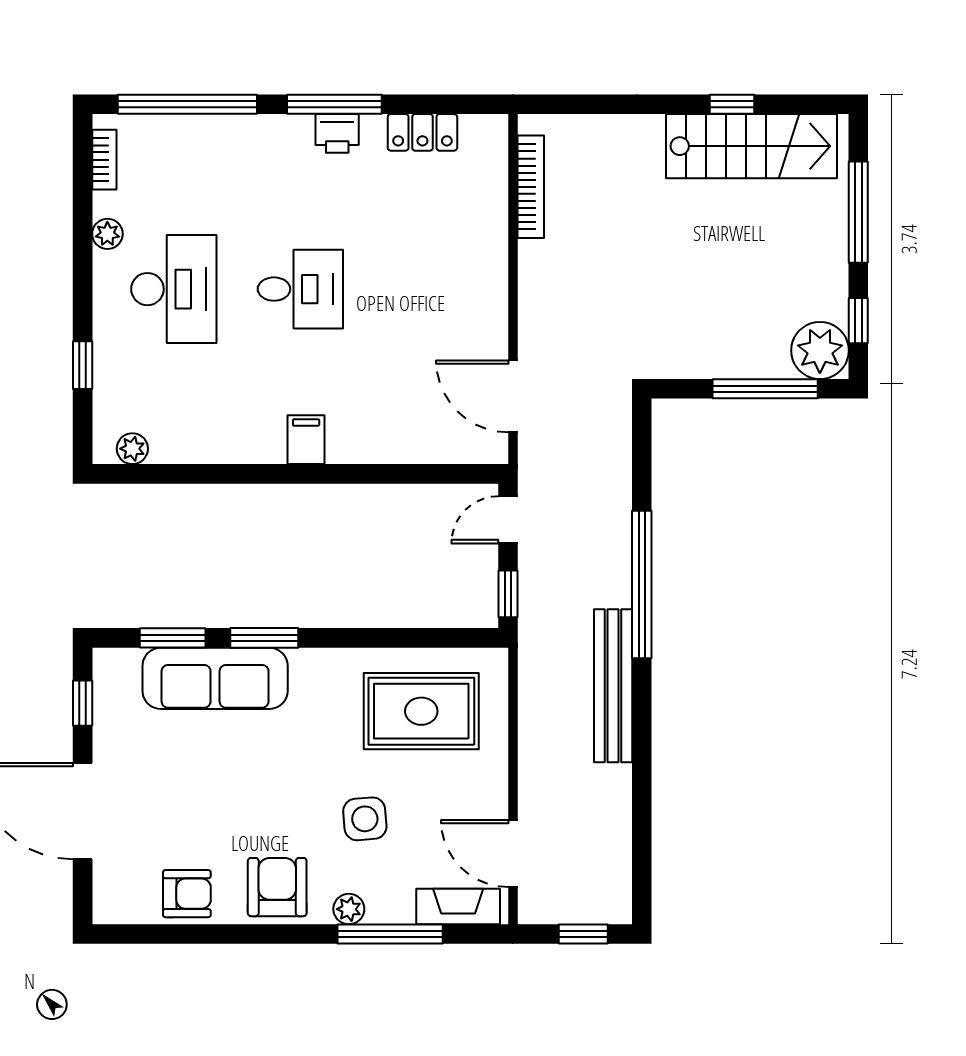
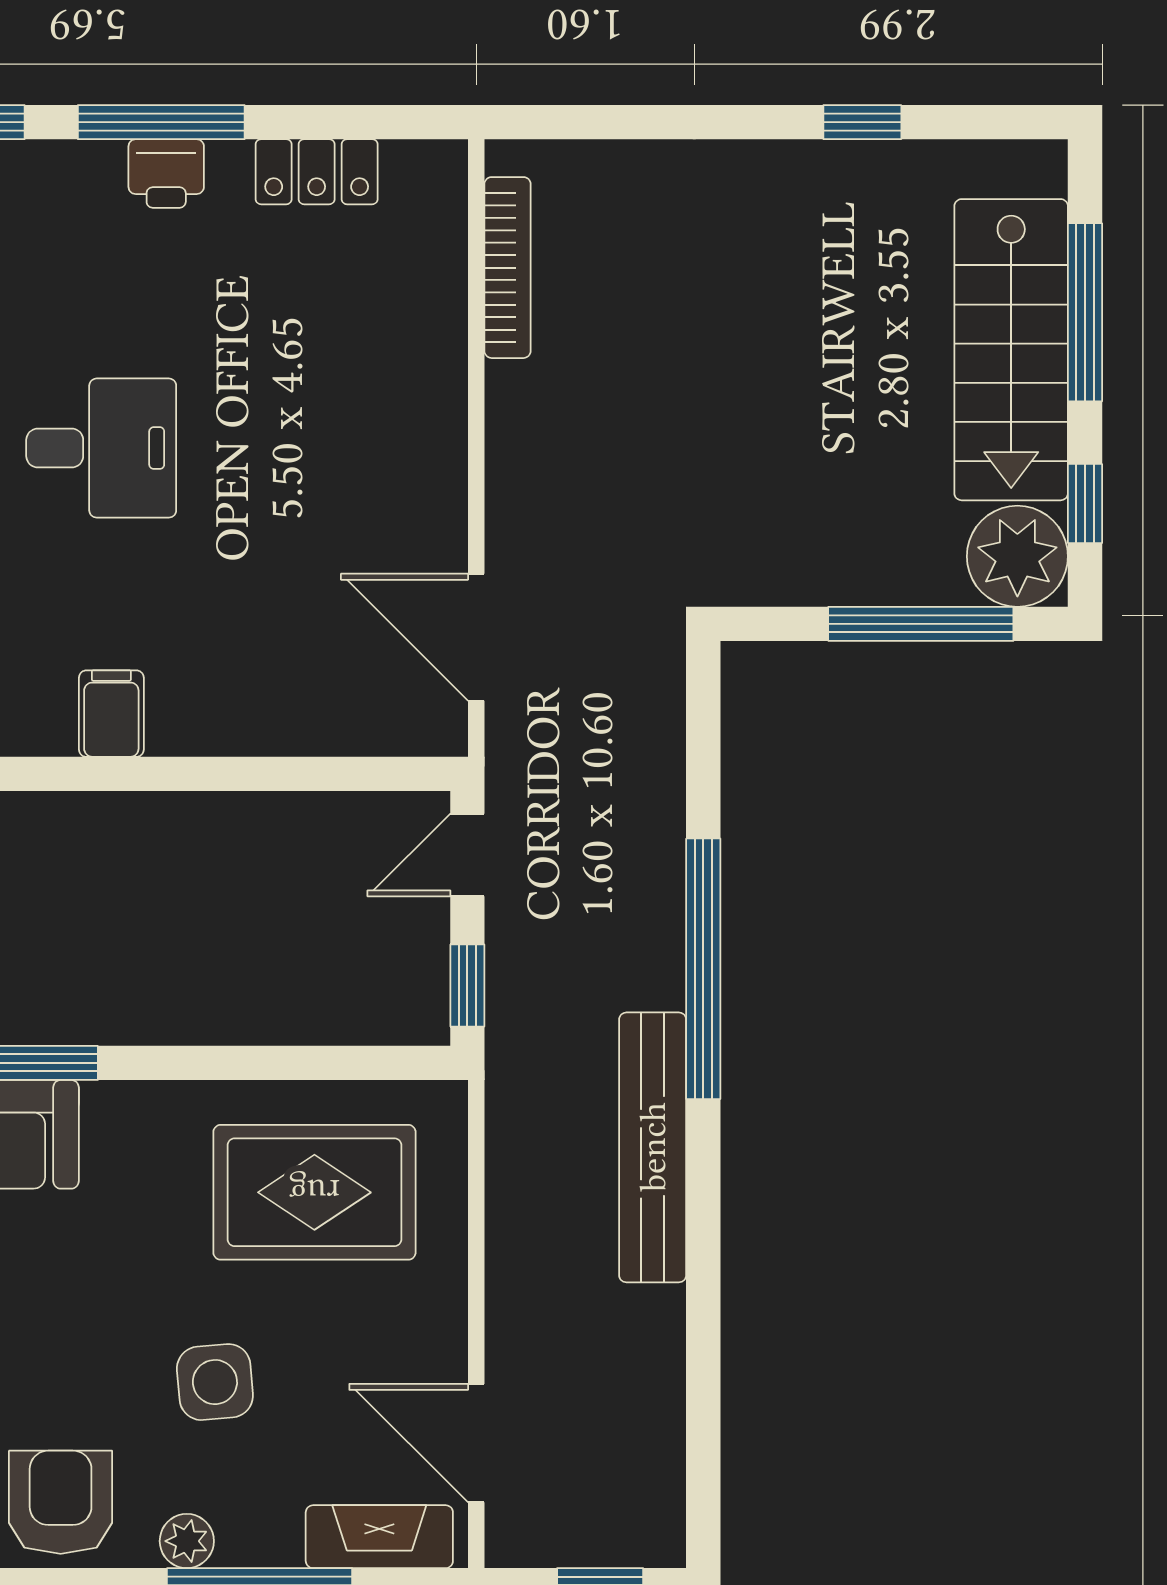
stairs: (751, 146) -> (1011, 350), moved, turned 90

